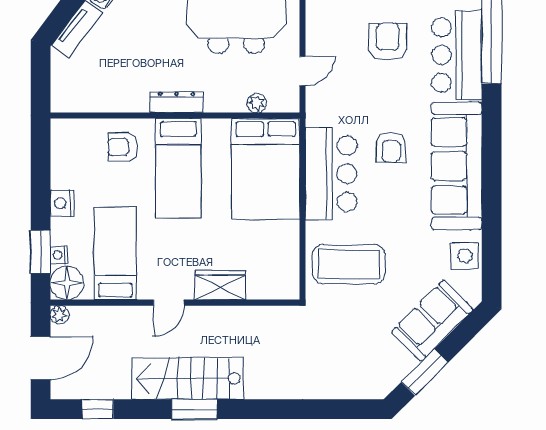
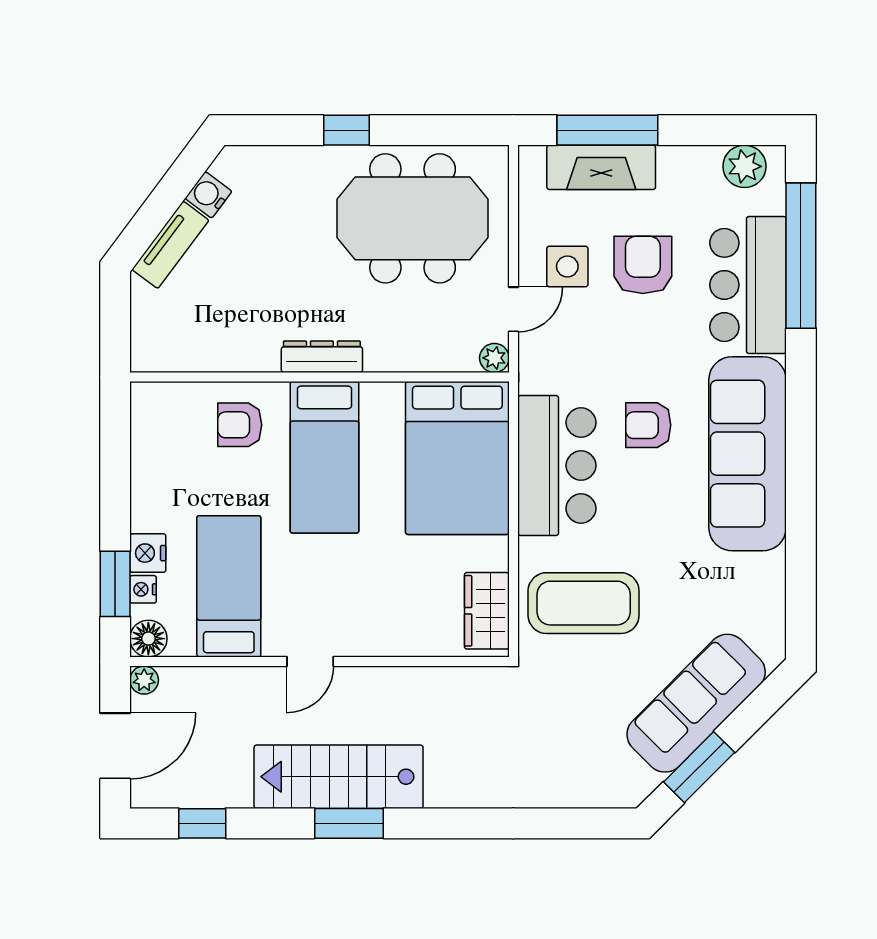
plant: (257, 103) -> (494, 358), moved
armchair: (391, 147) -> (648, 425), turned 90
nightstand: (62, 203) -> (148, 553), moved
side table: (465, 256) -> (567, 266), moved
floor lamp: (67, 283) -> (148, 639), width x0.73, depth x0.73
wardrobe: (220, 285) -> (487, 611), moved, turned -90
sofa: (432, 321) -> (696, 703), width x1.36

